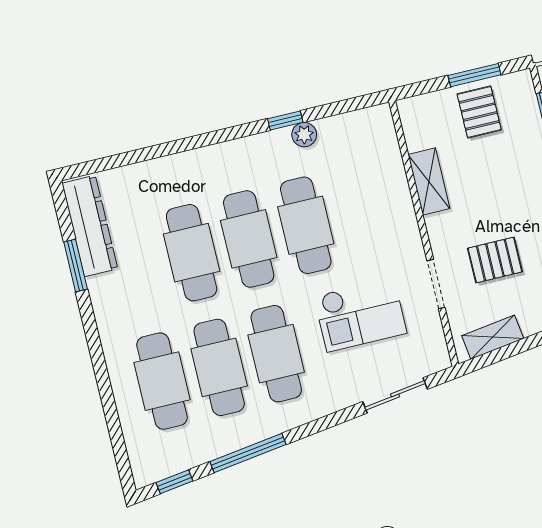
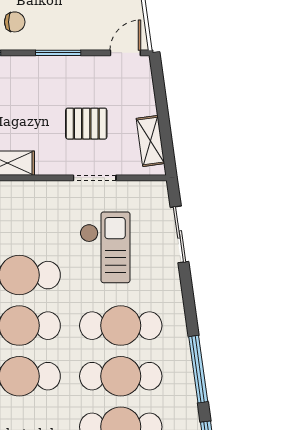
pallet: (495, 260) -> (86, 124), turned 90

